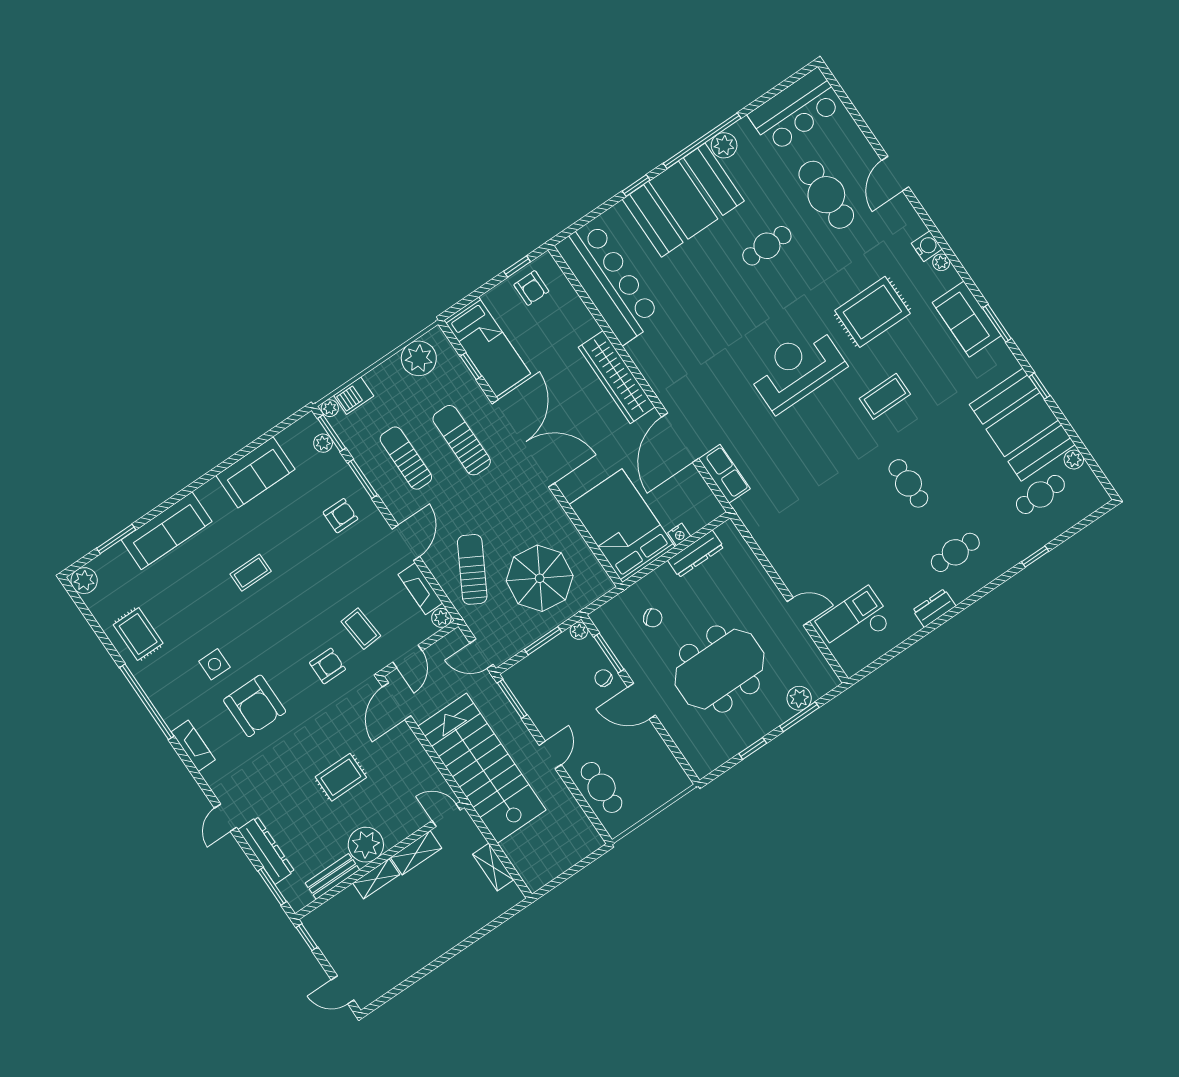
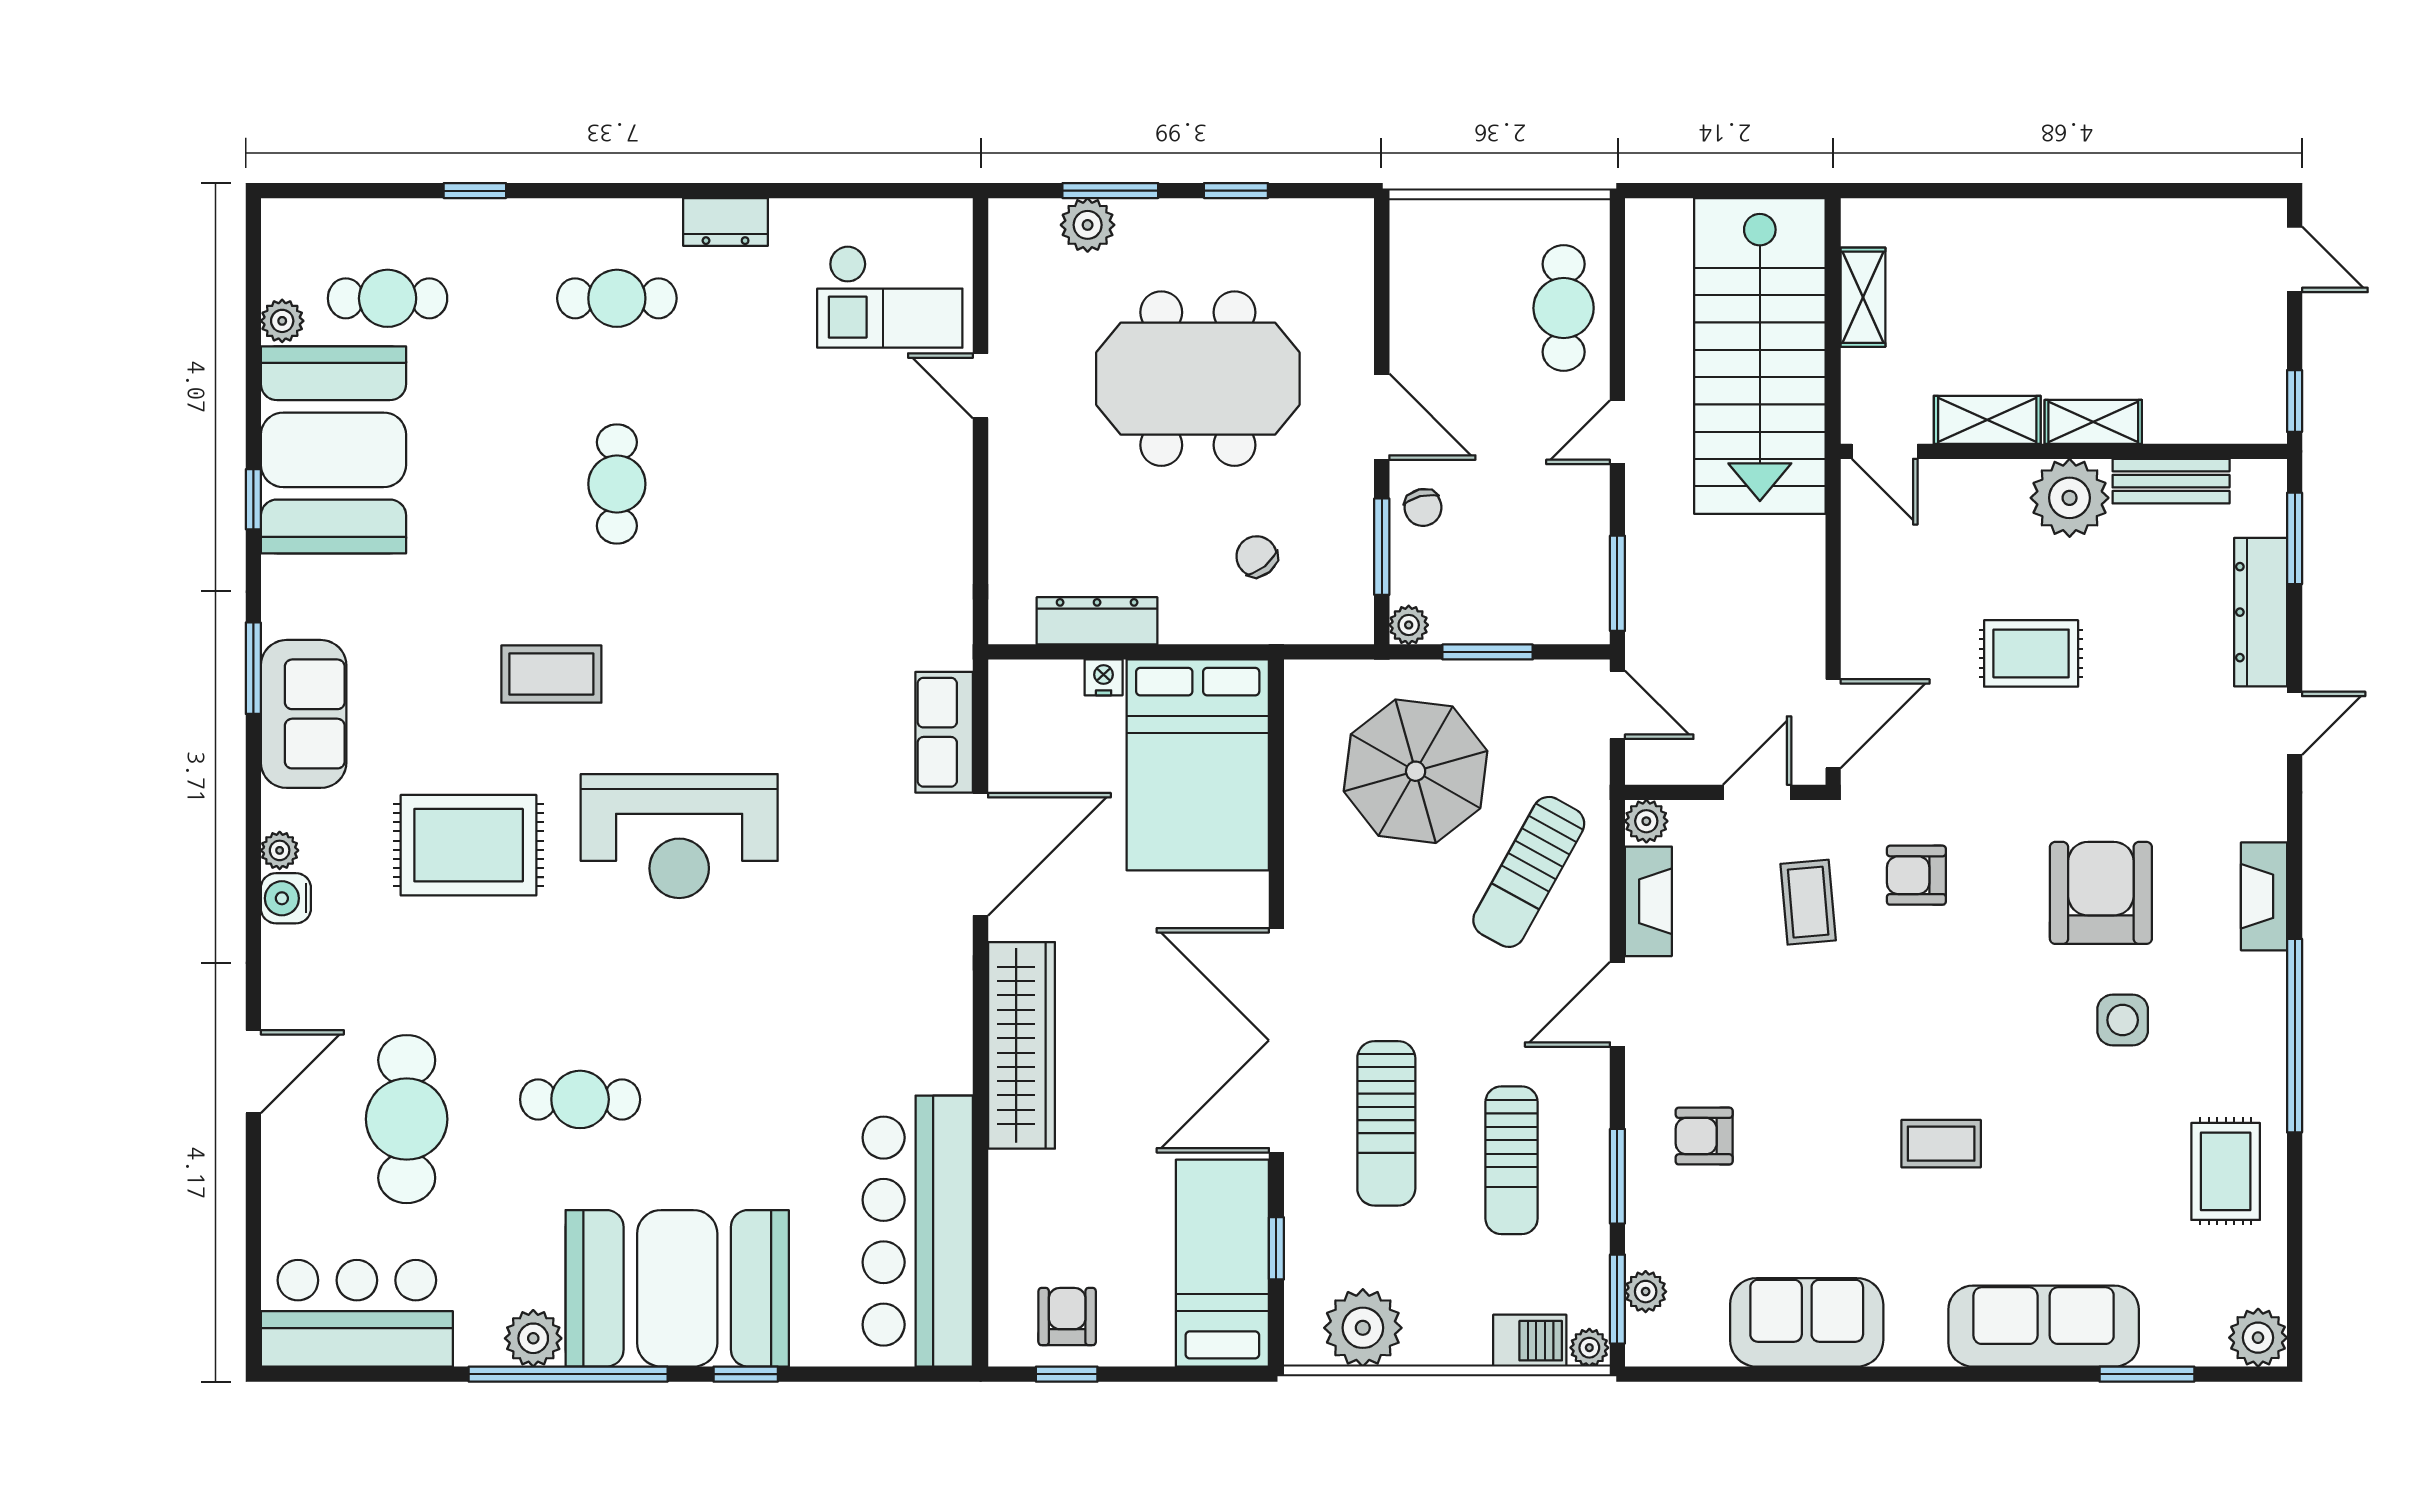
stairs: (482, 768) -> (1760, 356), moved

